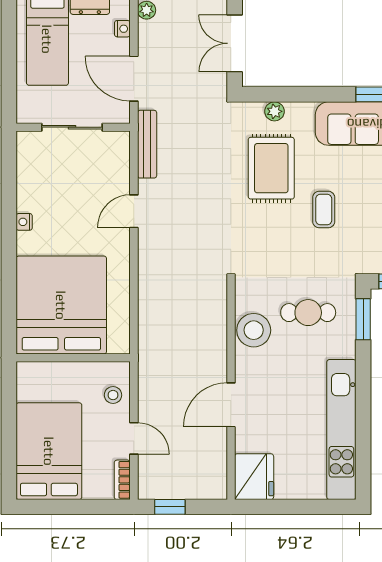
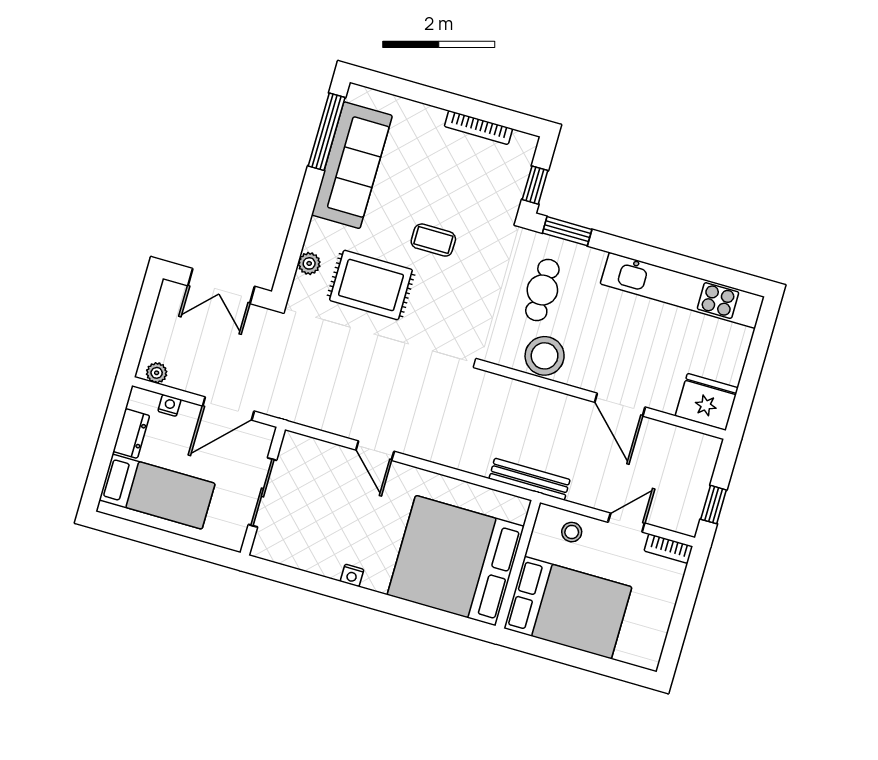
bench: (147, 144) -> (529, 479), moved
bed: (49, 451) -> (568, 608), moved, turned 180

